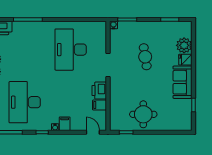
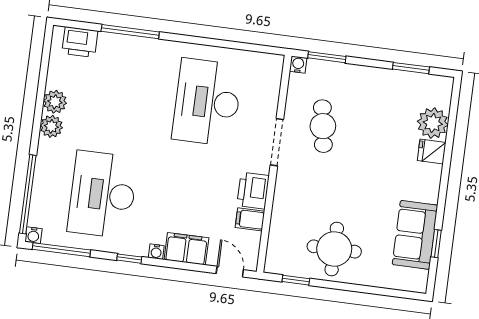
cafe table: (145, 57) -> (323, 126), moved
sofa: (182, 82) -> (415, 235), moved
filing cabinet: (65, 124) -> (186, 249), width x2.00

